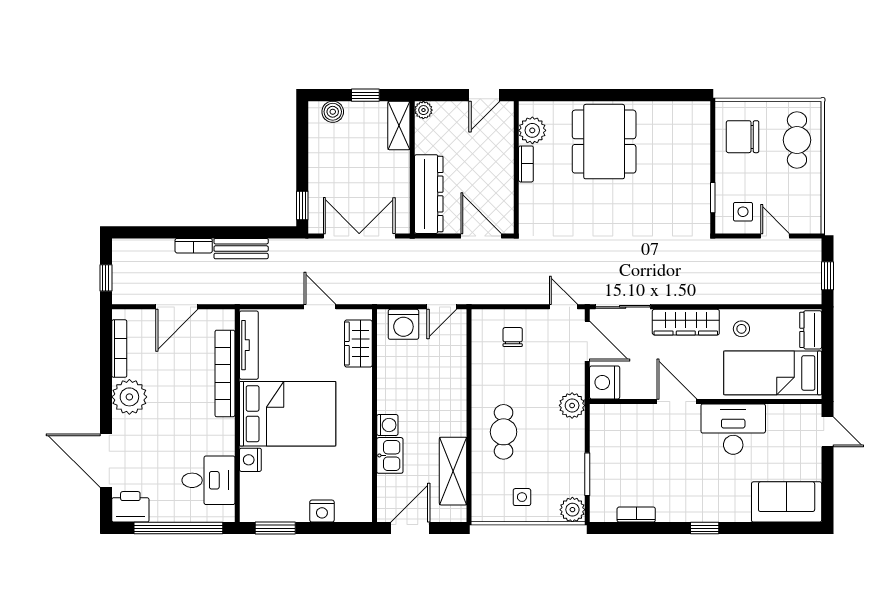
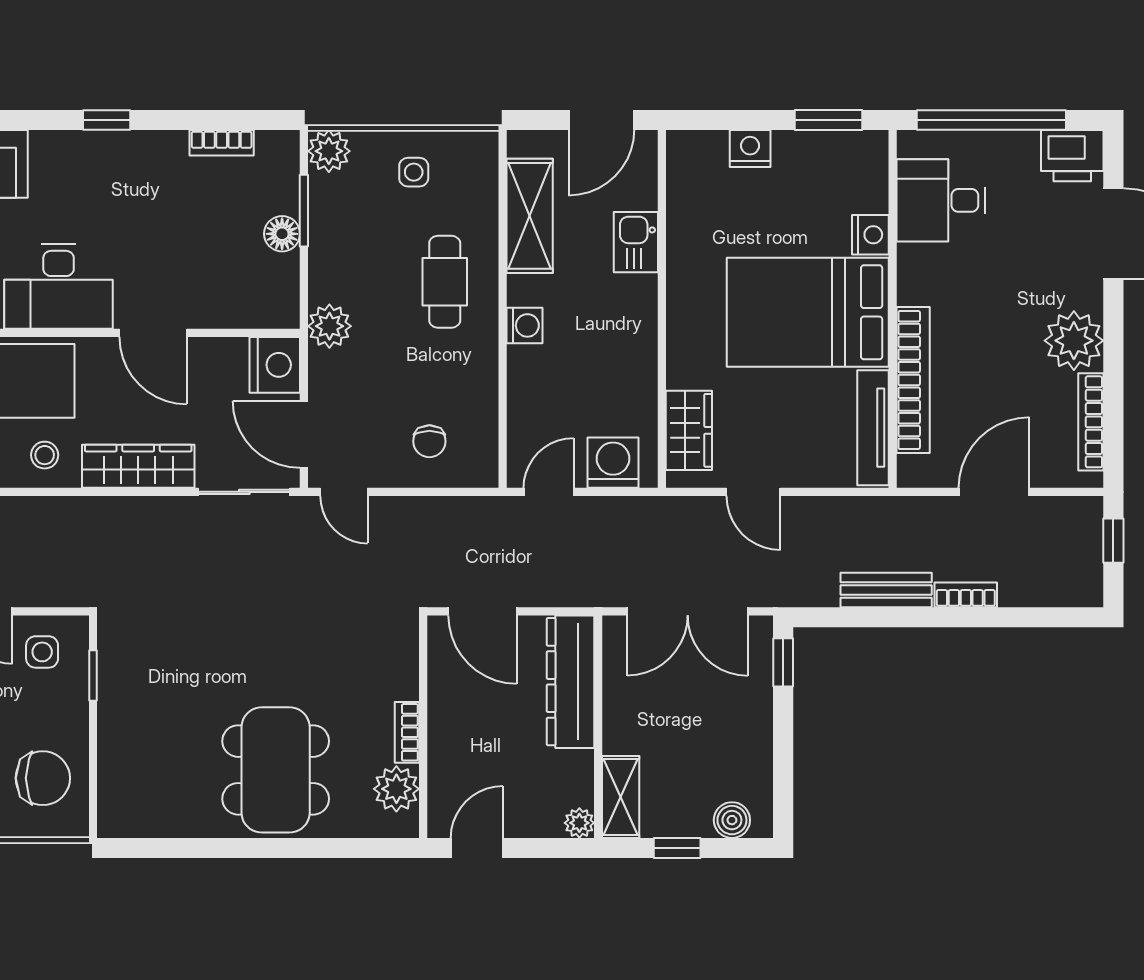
washing machine: (387, 425) -> (524, 325), moved, turned 180
floor lamp: (600, 460) -> (282, 234), added

